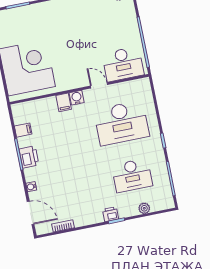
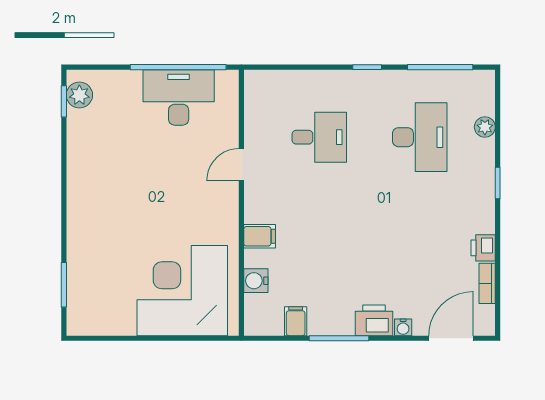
desk: (123, 64) -> (179, 97), moved, turned -90
water cooler: (77, 98) -> (256, 281), moved
desk: (122, 123) -> (319, 137), width x0.53, depth x0.77
printer: (29, 157) -> (374, 320), moved
printer: (110, 214) -> (483, 248), moved

